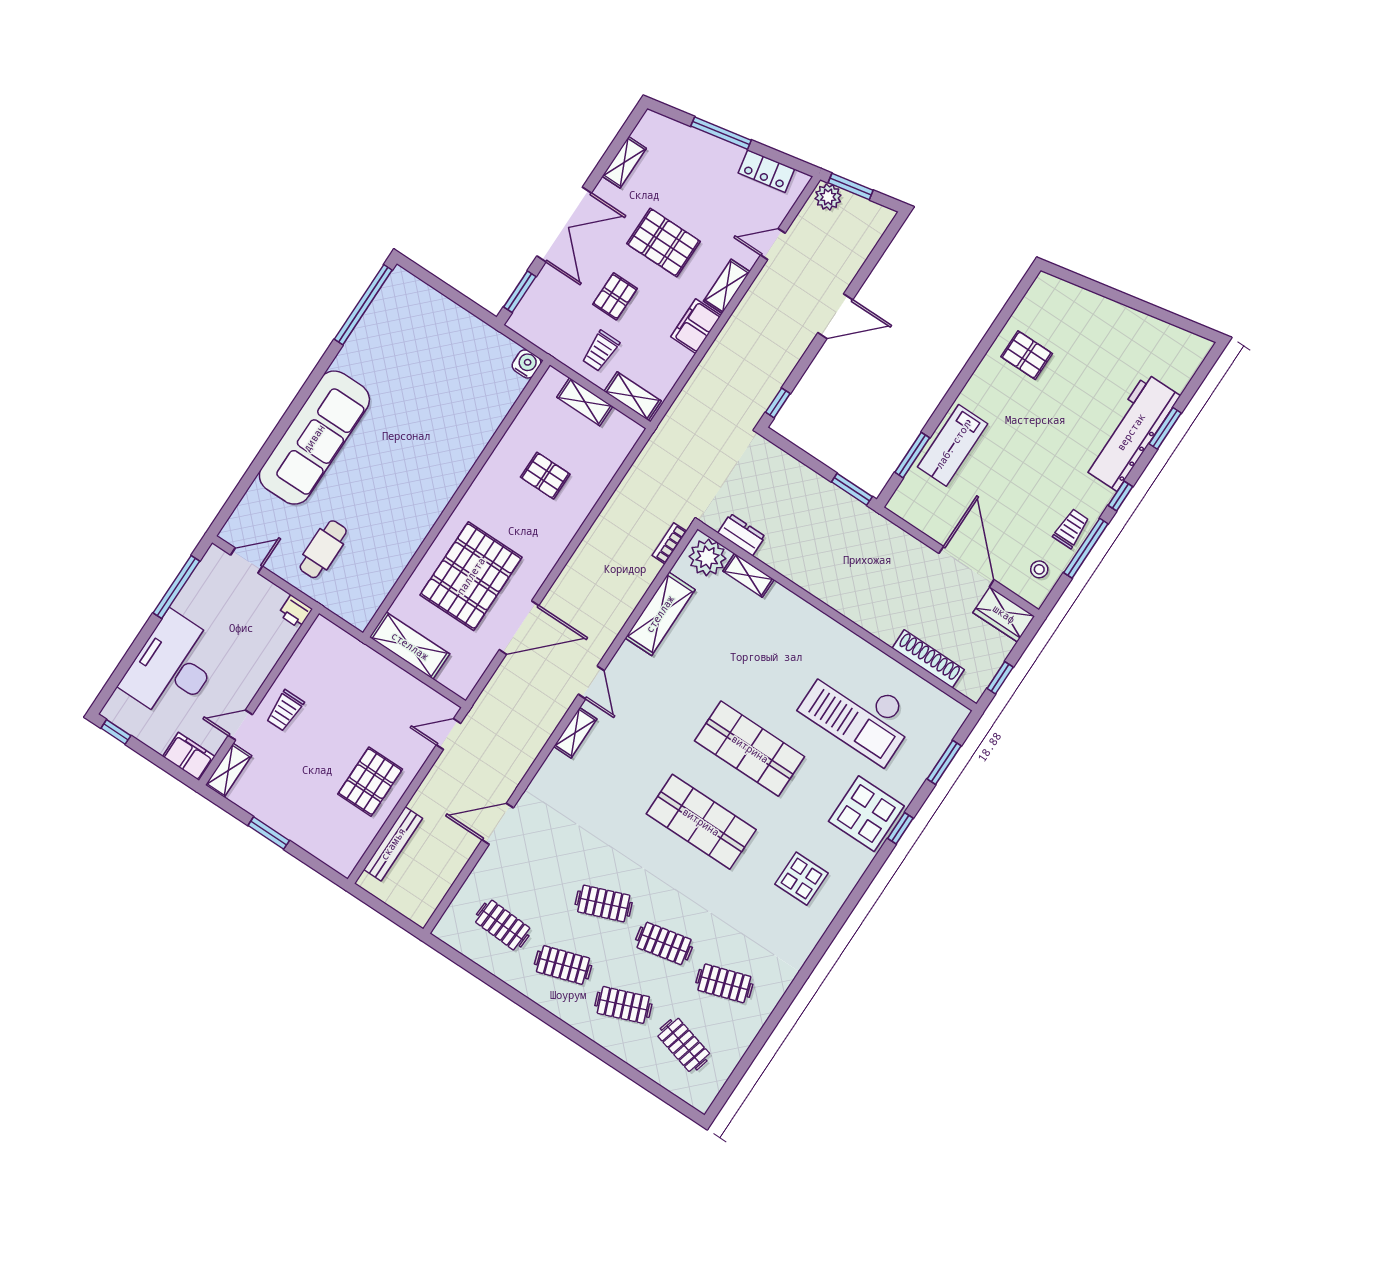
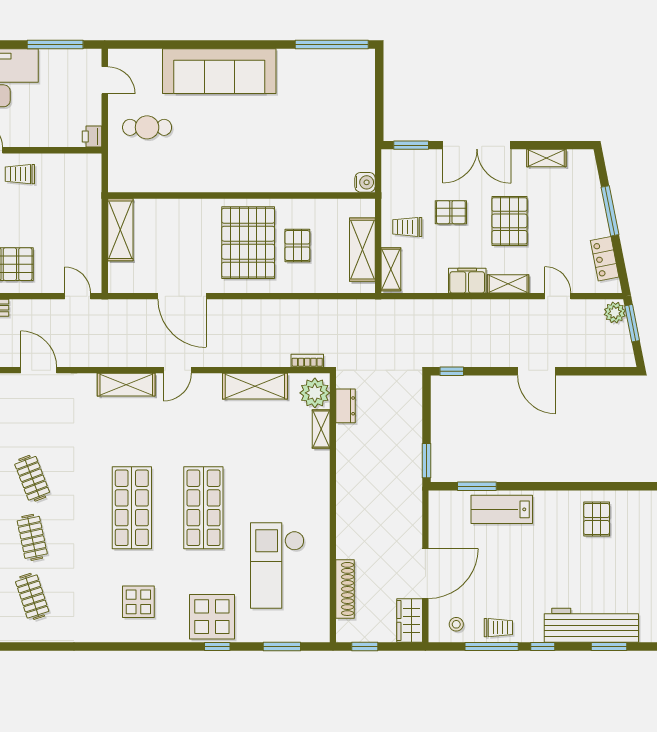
shelving: (585, 402) -> (362, 250), width x1.50, depth x1.33
pallet: (471, 576) -> (248, 243), moved, turned 90
shelving: (575, 733) -> (126, 385), width x1.50, depth x1.33

